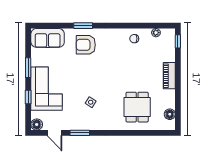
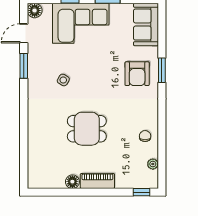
armchair: (86, 45) -> (137, 74), turned 180
dining table: (137, 107) -> (87, 129), moved
floor lamp: (170, 114) -> (72, 182), moved

